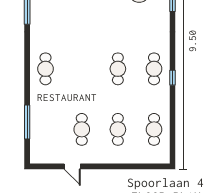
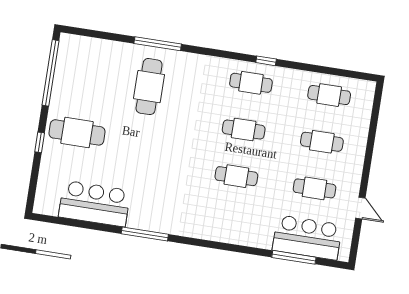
cafe table: (46, 69) -> (236, 176), moved
bar counter: (44, 130) -> (307, 237), added
door: (72, 166) -> (360, 208), hinge flipped

